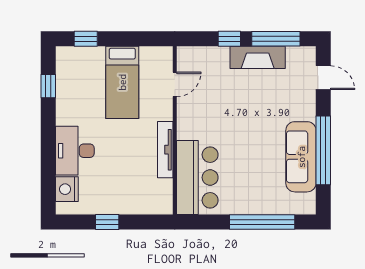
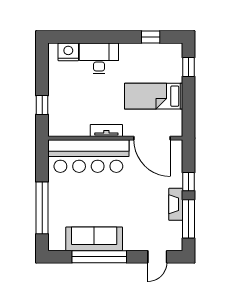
fireplace: (258, 57) -> (176, 204), width x0.73, depth x0.76
door: (175, 84) -> (152, 138), width x1.87
tv unit: (165, 150) -> (106, 131), width x0.71
bar counter: (197, 177) -> (88, 156), width x1.36
window: (107, 222) -> (42, 105), moved

